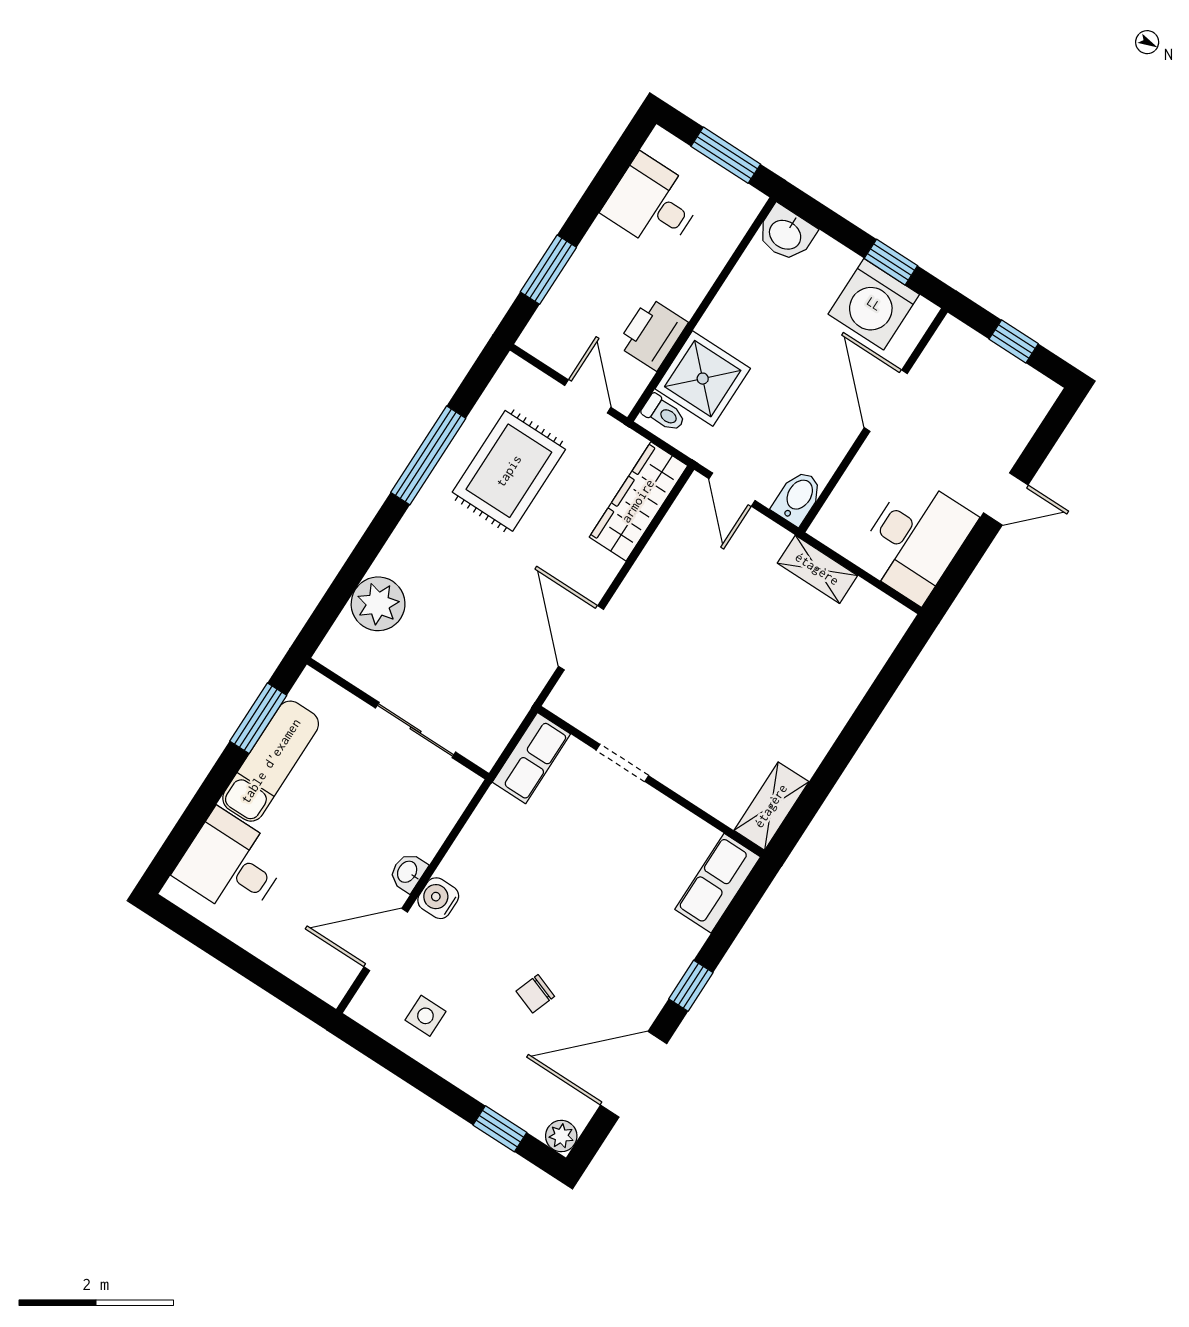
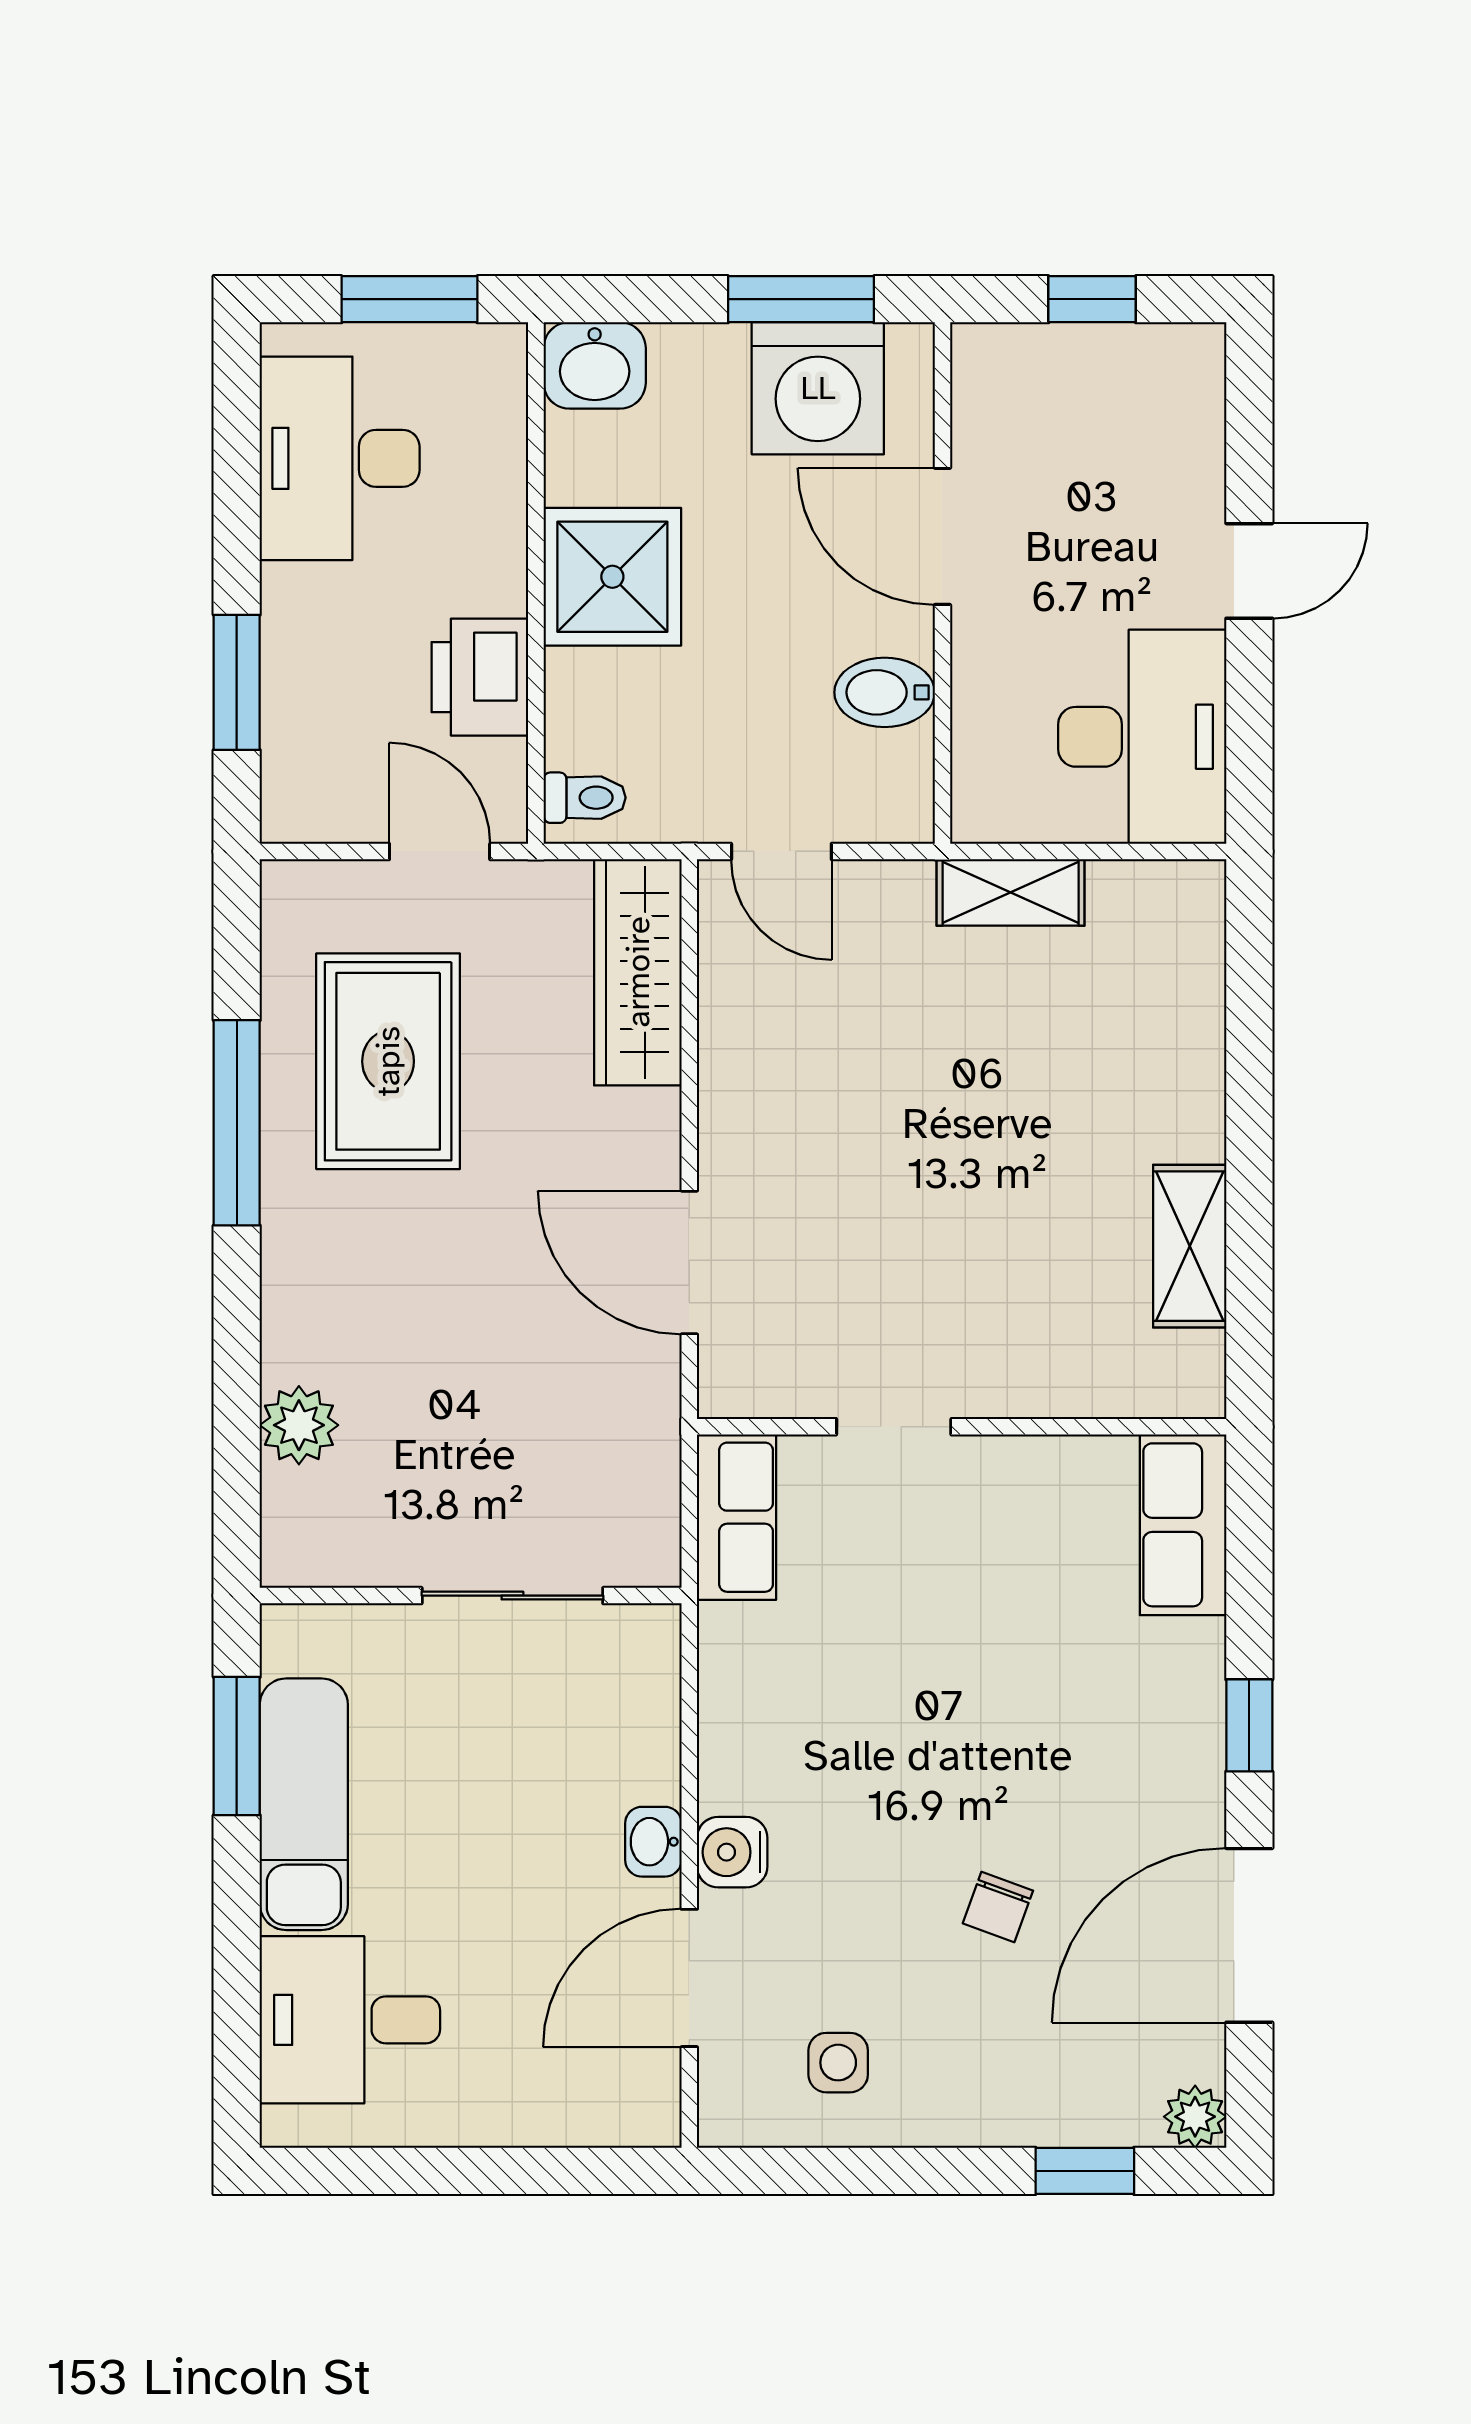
desk: (653, 203) -> (340, 458), width x1.37
window: (891, 262) -> (801, 299), width x1.50
shower: (703, 379) -> (612, 577), moved
bidet: (798, 498) -> (885, 692), moved, turned -90
plant: (378, 604) -> (299, 1425), width x0.73, depth x0.73
shelving: (771, 806) -> (1190, 1246), moved

